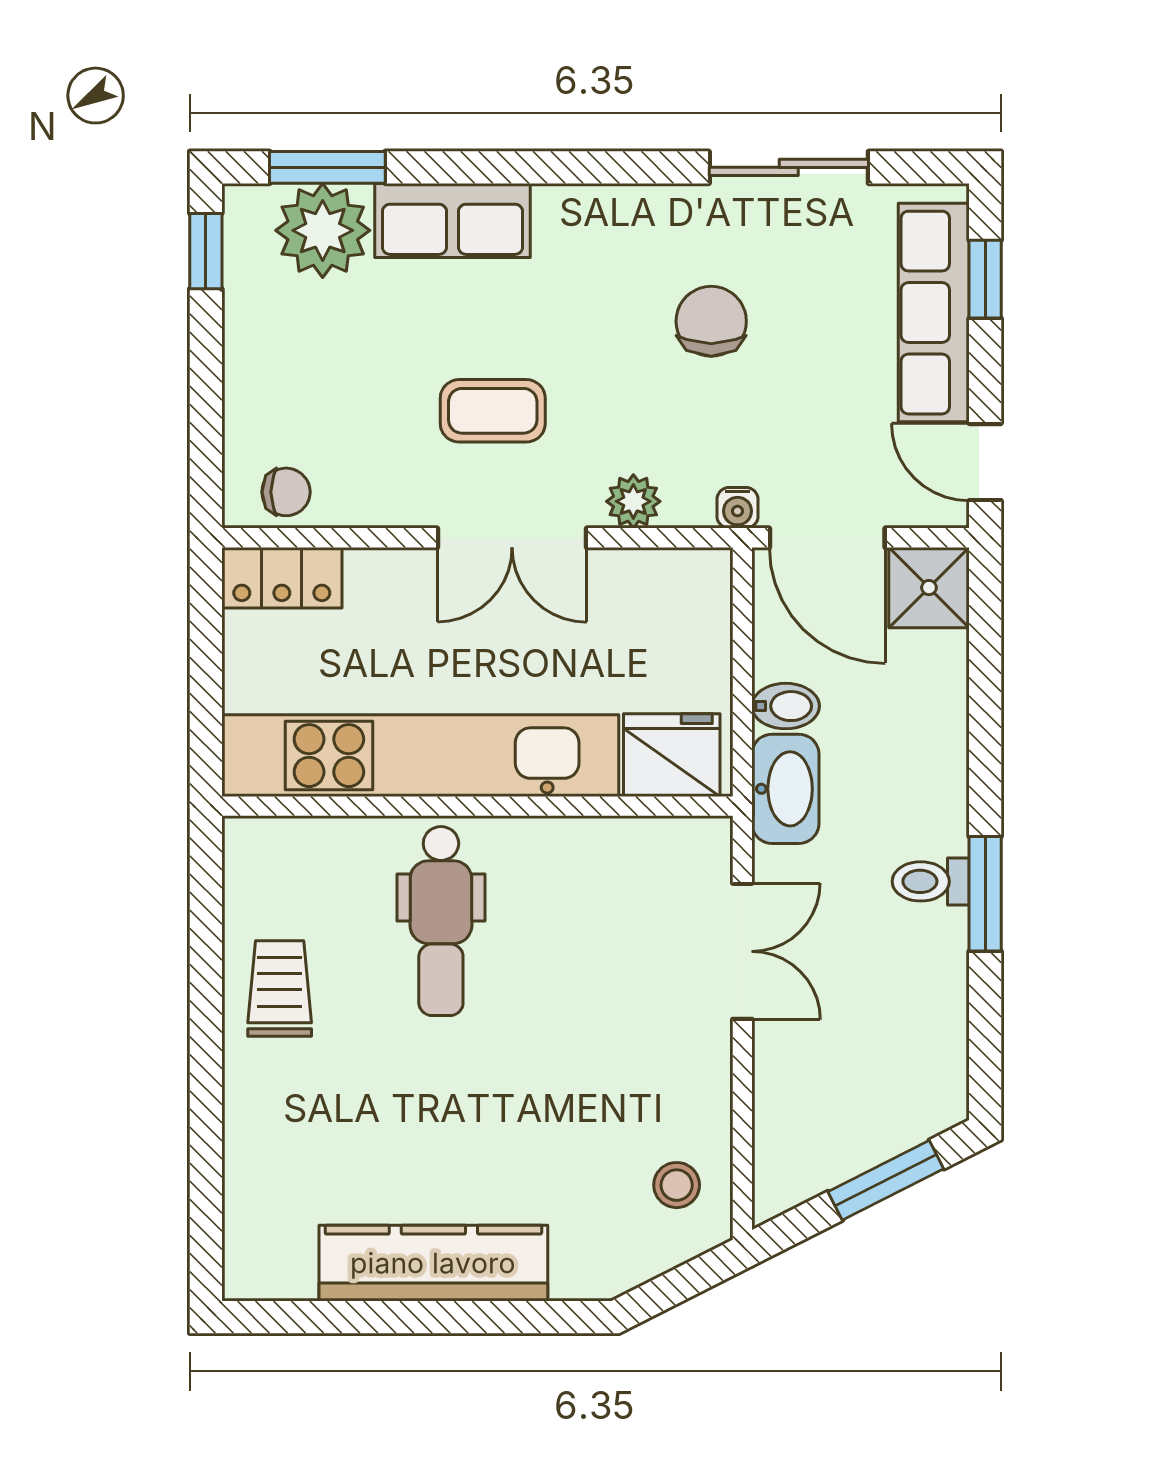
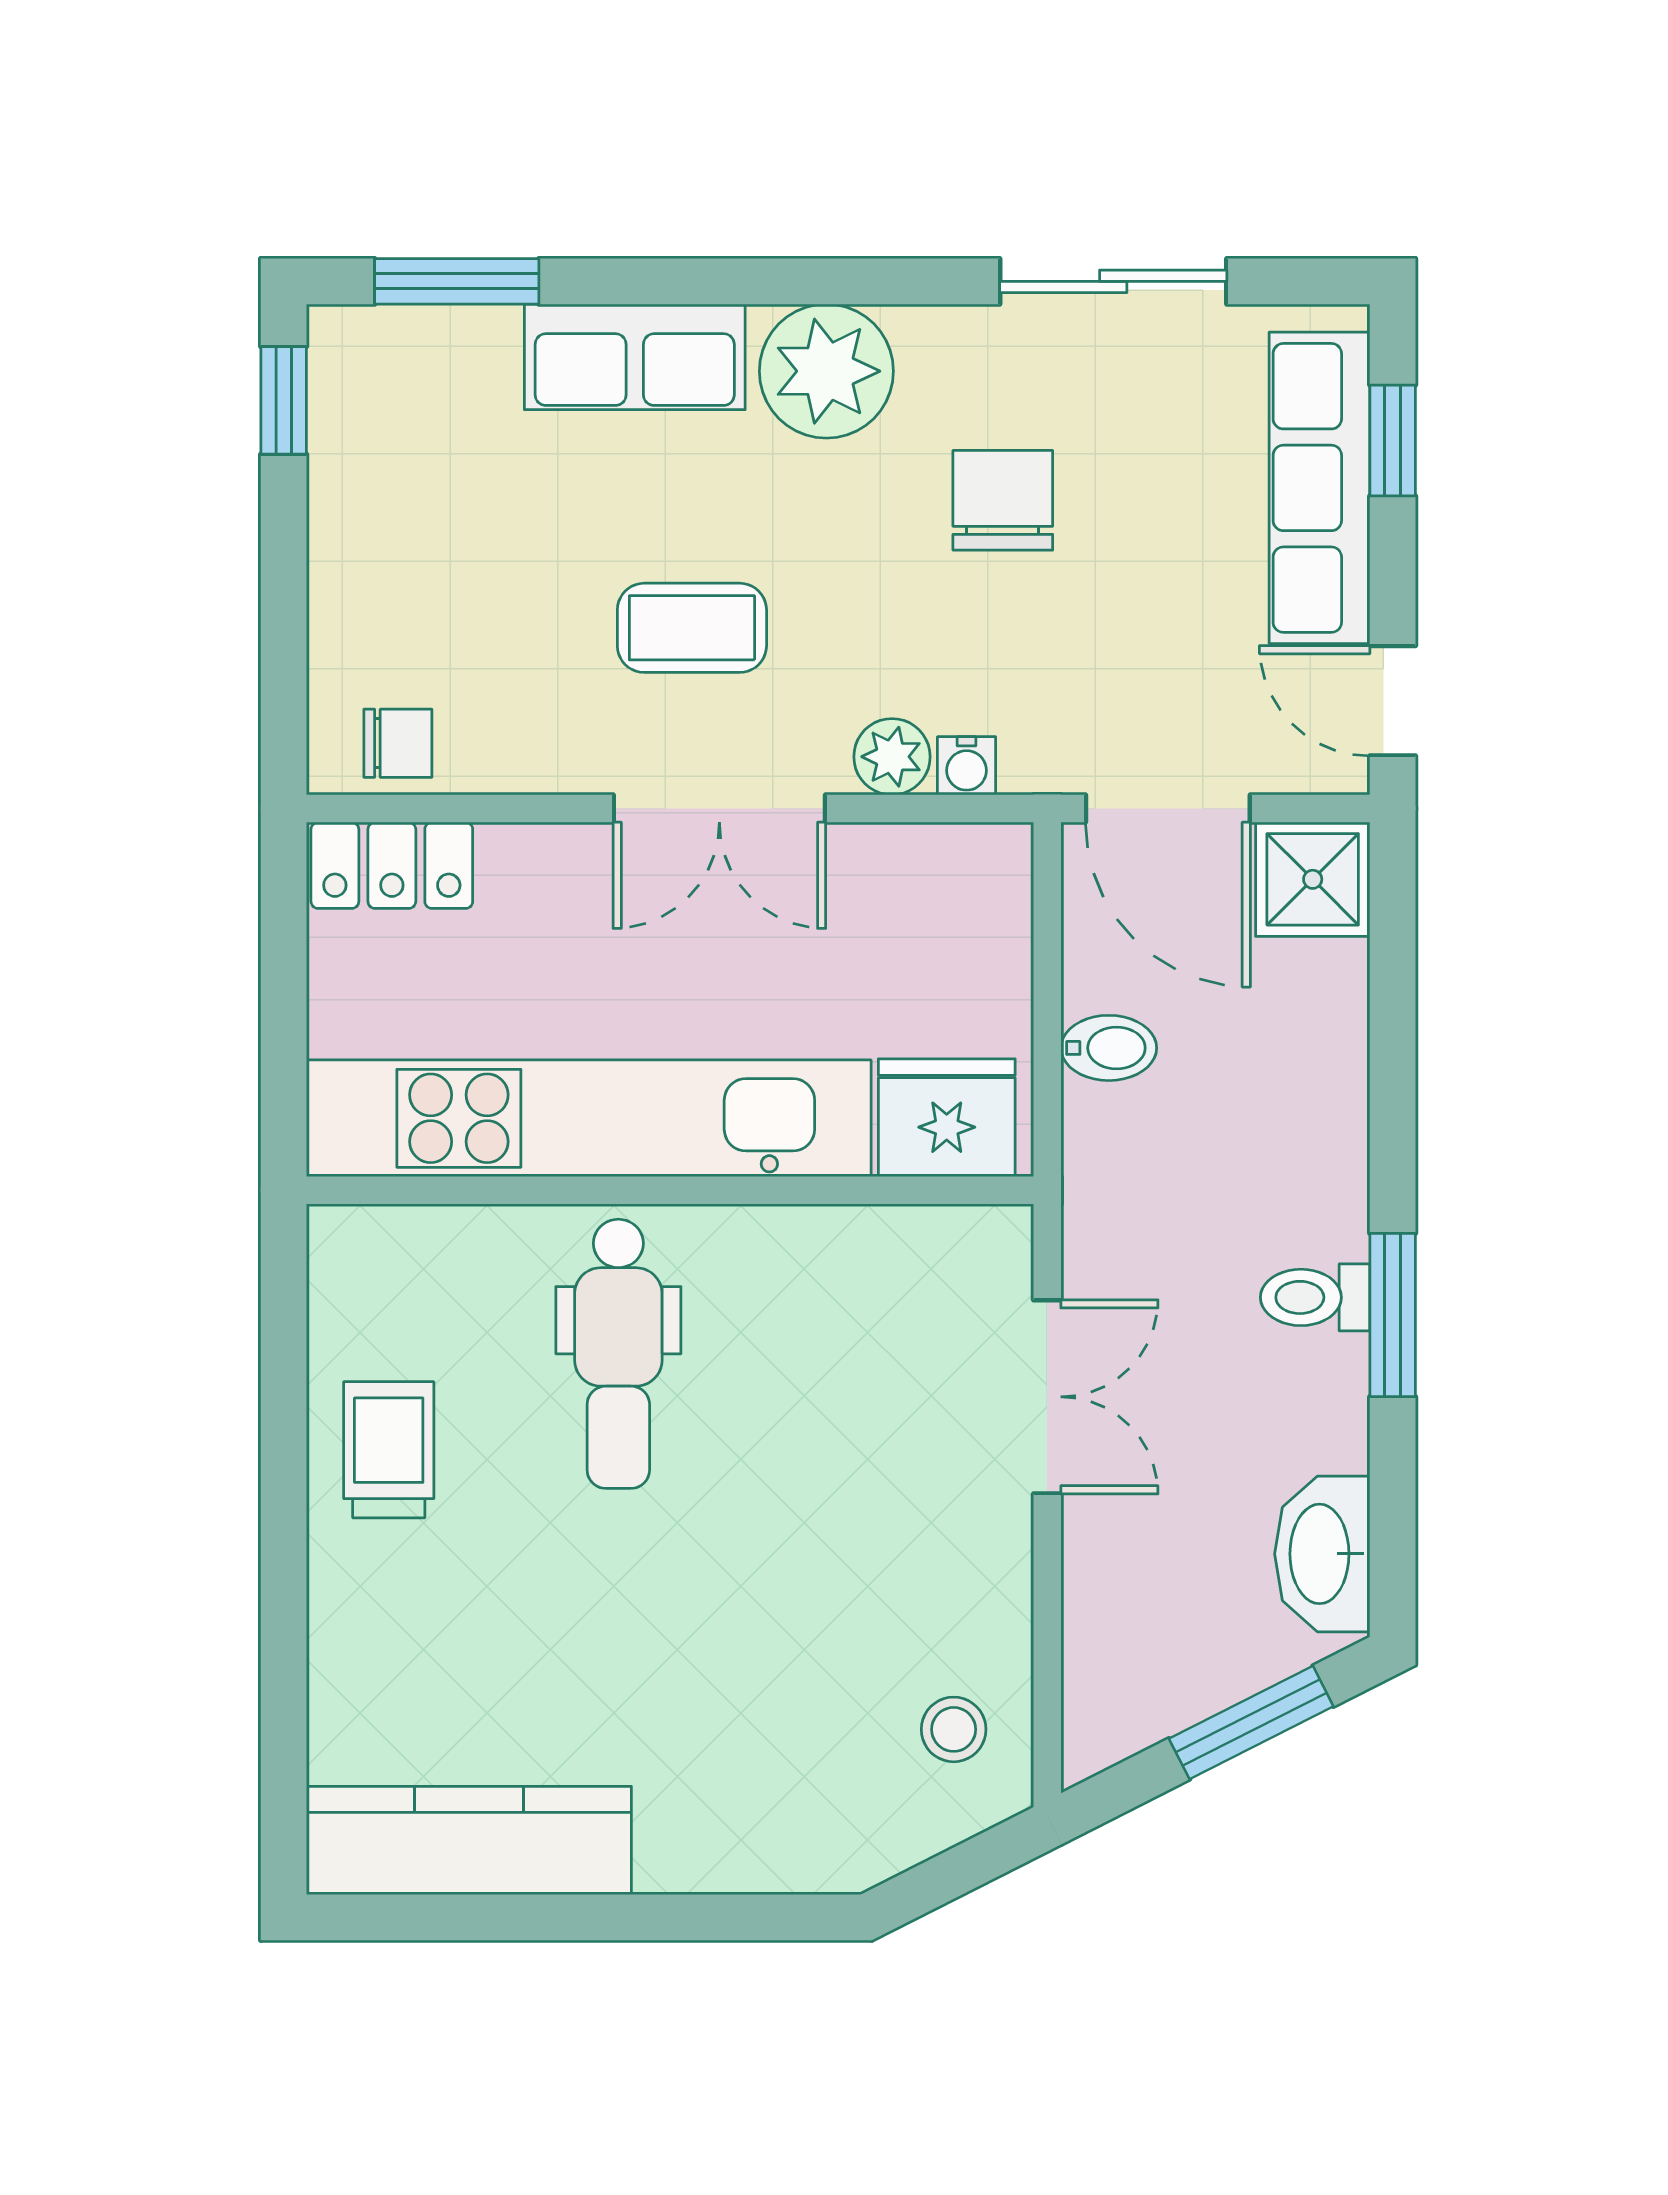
plant: (323, 230) -> (826, 371), moved
water cooler: (738, 508) -> (967, 766), moved
washbasin: (785, 789) -> (1322, 1554), moved, turned 180
kitchen counter: (433, 1263) -> (469, 1840), moved

